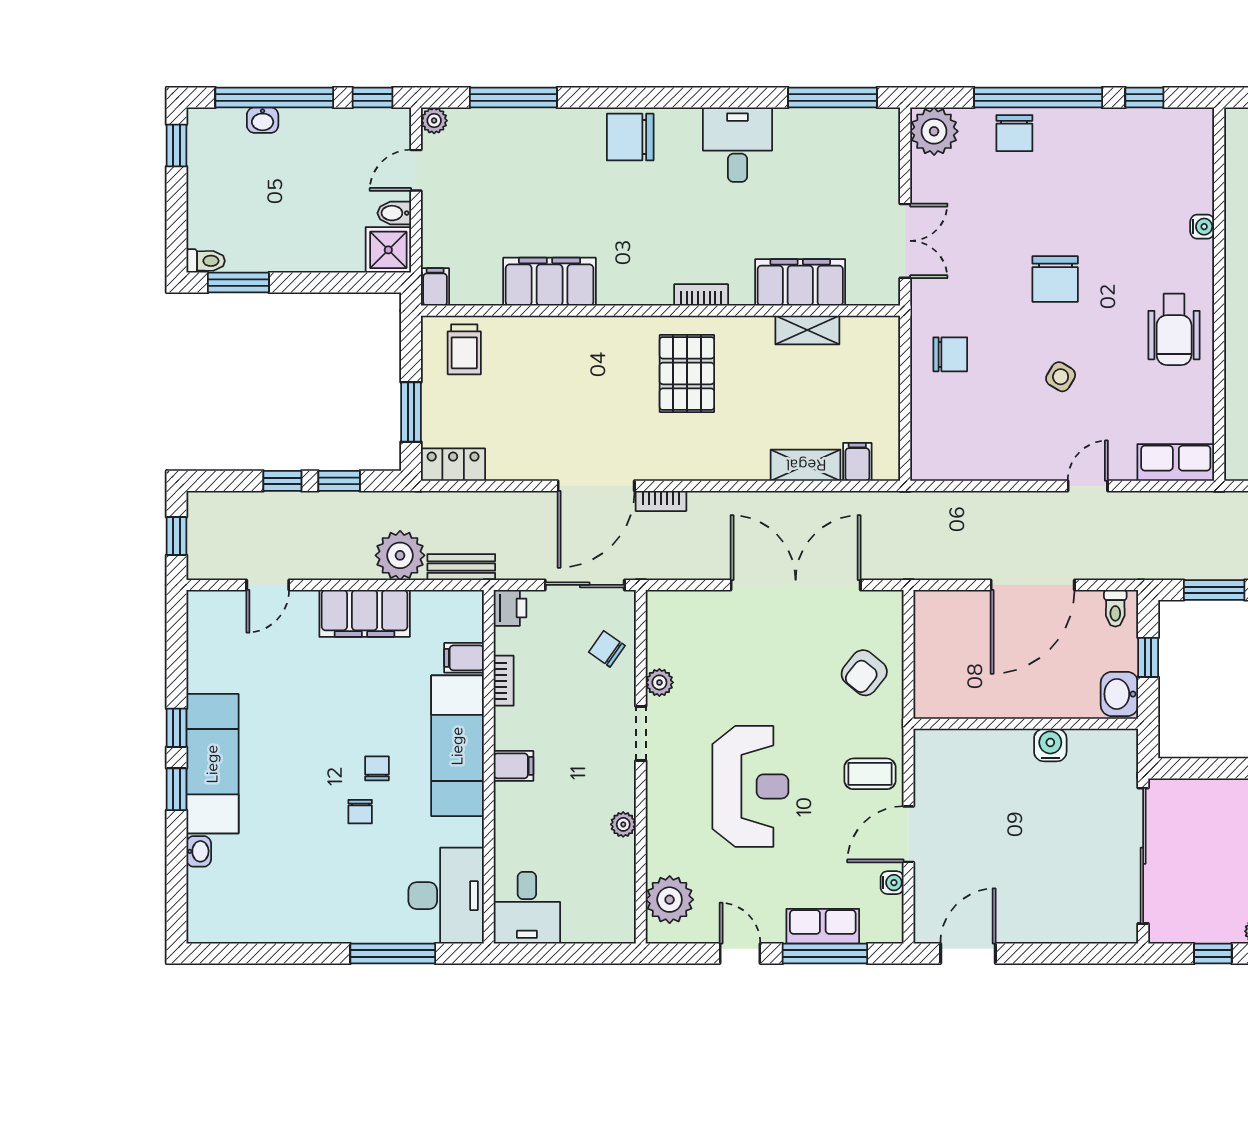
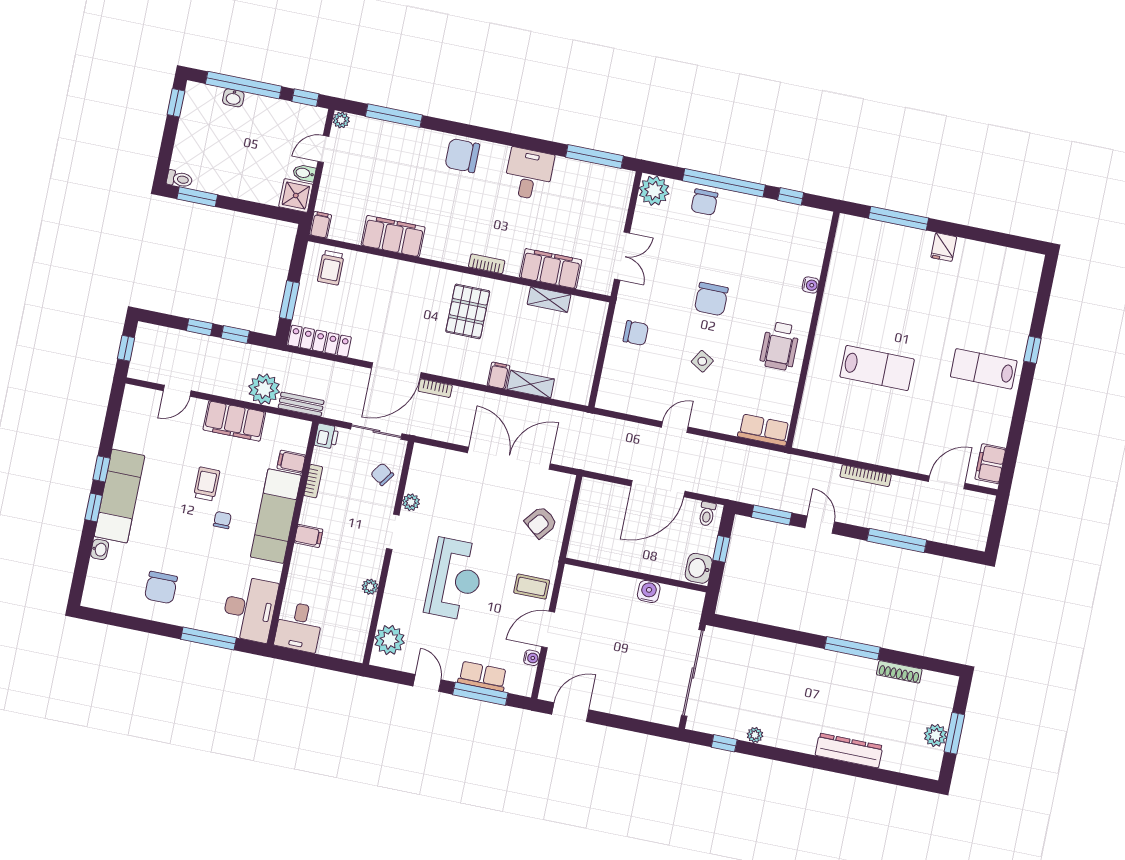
filing cabinet: (857, 462) -> (498, 375), moved
locker: (453, 465) -> (320, 341), width x1.53
door: (1088, 486) -> (675, 427), moved
trolley: (342, 718) -> (207, 484), added
chair: (360, 812) -> (161, 588), moved, width x1.87, depth x1.87

